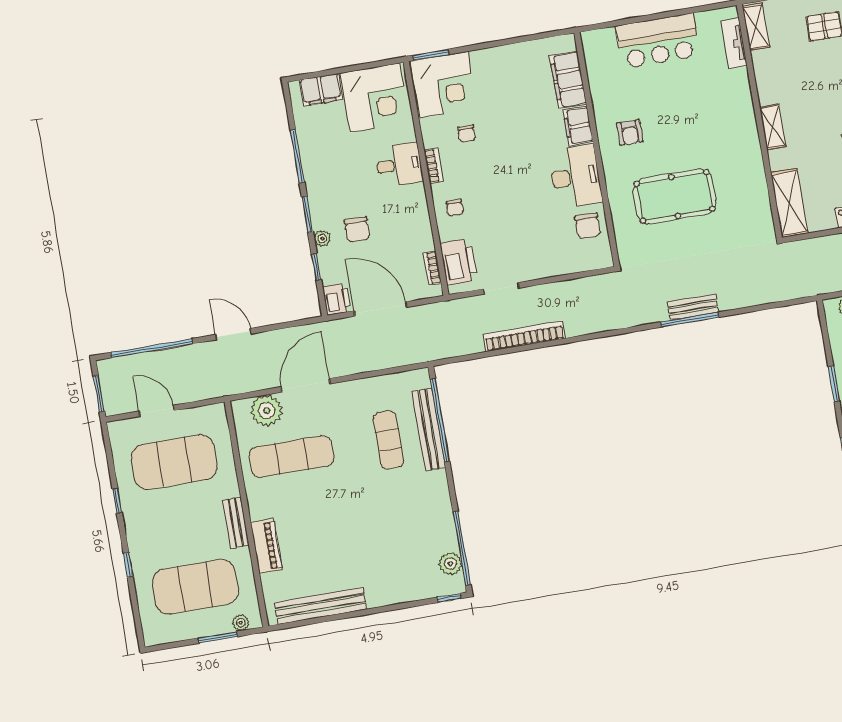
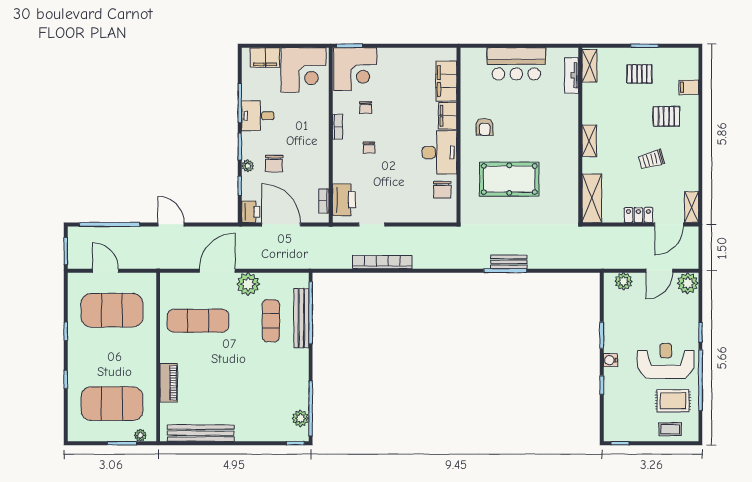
desk: (399, 165) -> (258, 116), moved, turned 180
chair: (455, 208) -> (369, 148), moved
plant: (267, 410) -> (248, 284), moved
bench: (236, 523) -> (149, 362), removed

